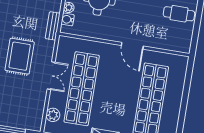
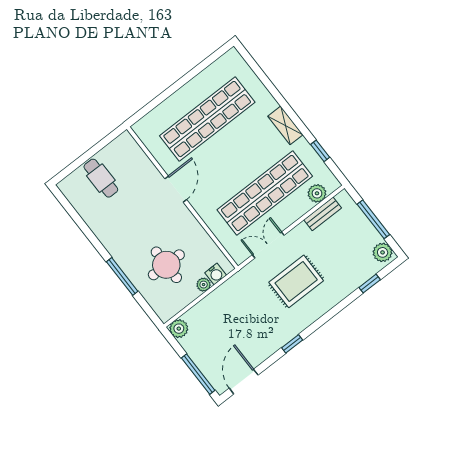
bench: (53, 26) -> (323, 214), moved
double door: (51, 76) -> (268, 245), moved

